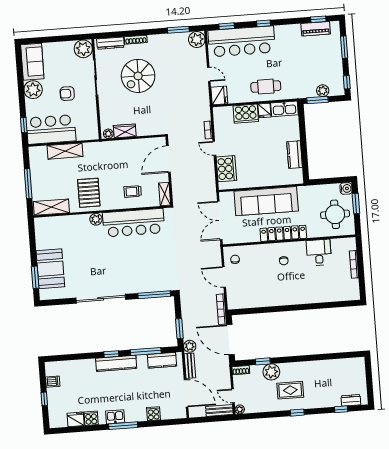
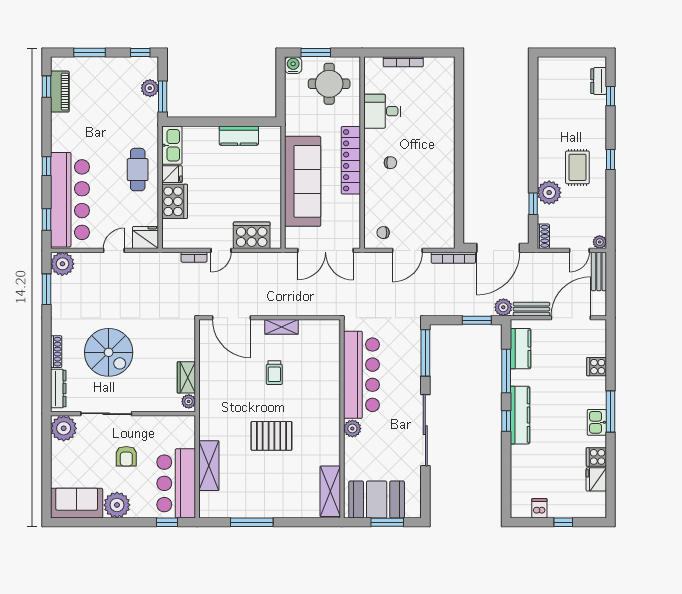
shelving: (51, 207) -> (330, 491), moved
wall: (102, 212) -> (342, 419), moved
plant: (96, 219) -> (352, 429), moved
bar counter: (134, 223) -> (361, 375), moved

